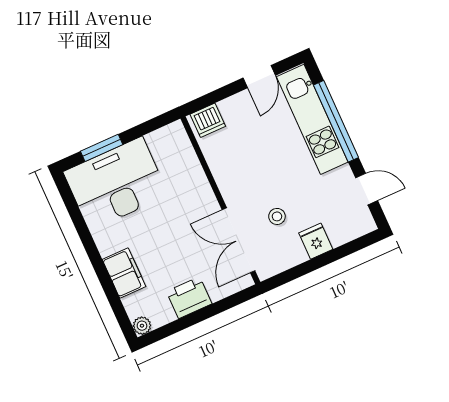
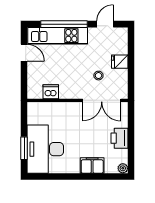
dishwasher: (208, 120) -> (51, 92), moved, turned -90

